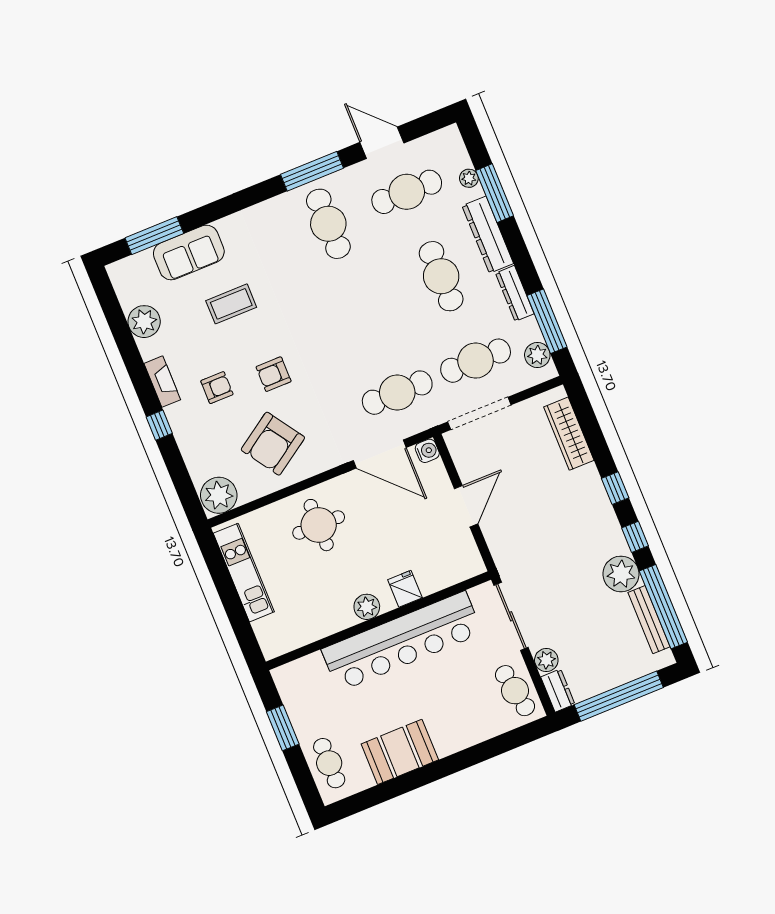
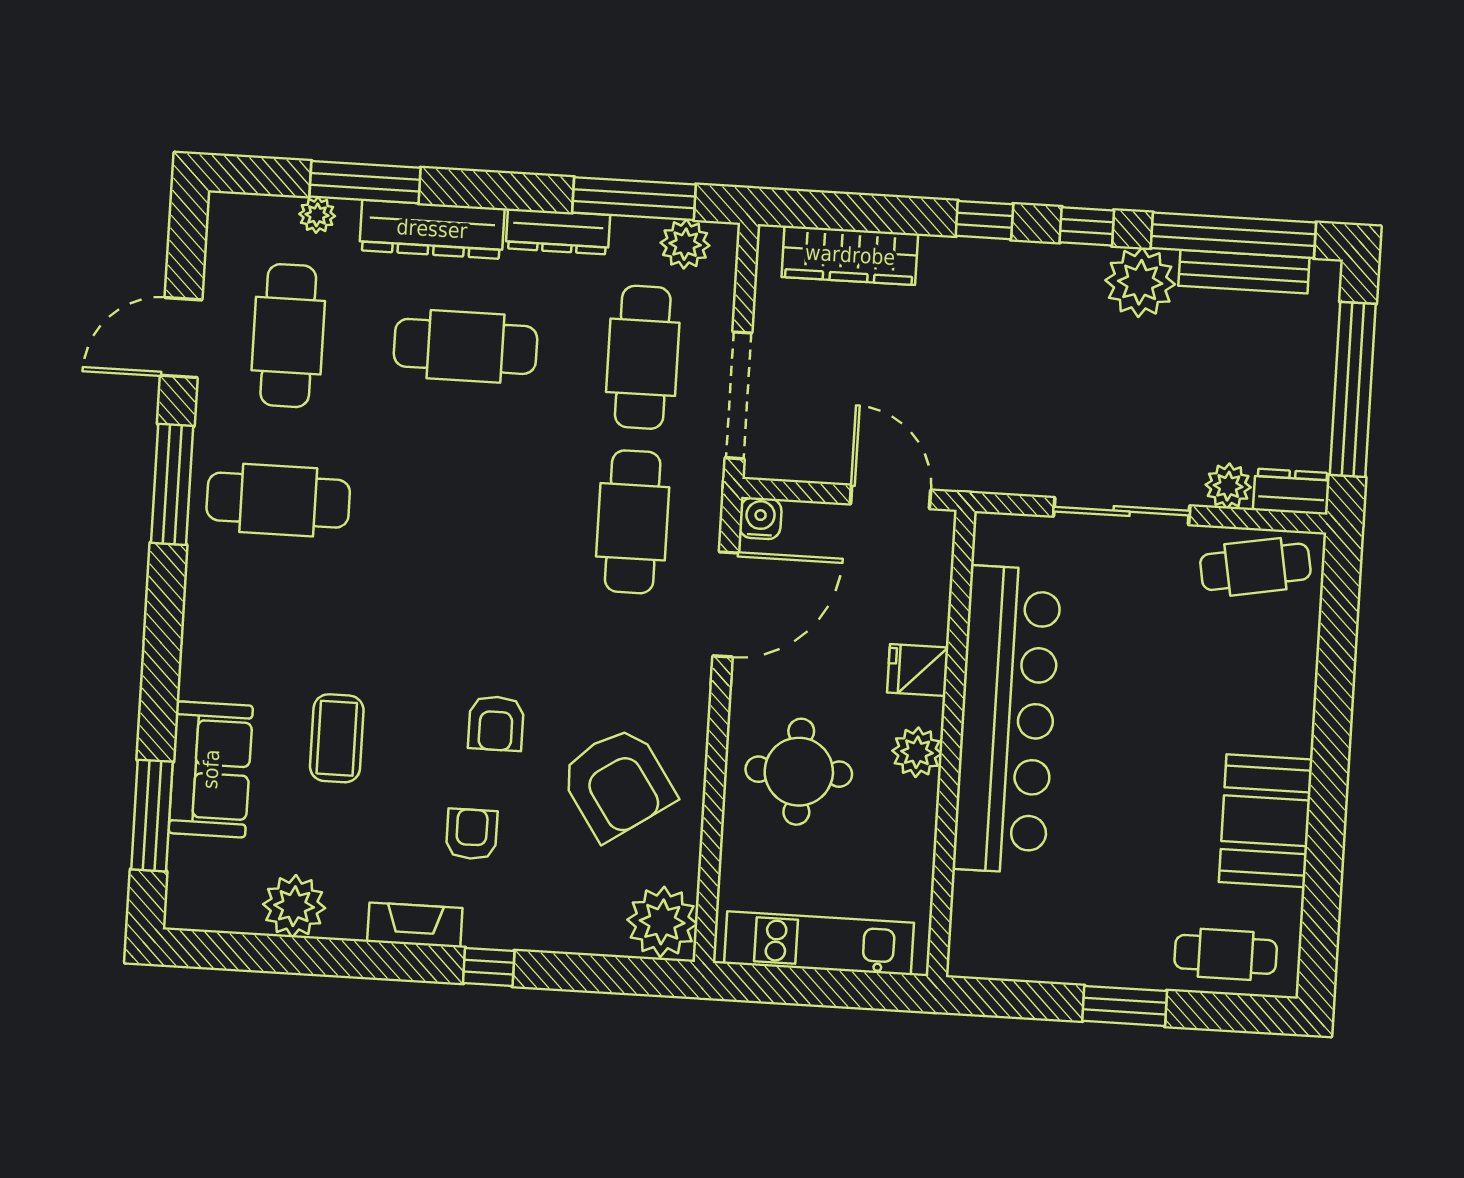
fridge: (405, 589) -> (918, 670), moved
plant: (367, 607) -> (917, 752), moved
wall: (378, 621) -> (951, 744), moved
bar counter: (402, 641) -> (1007, 720), moved

